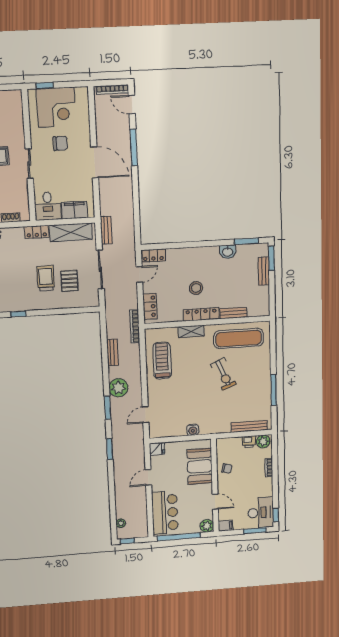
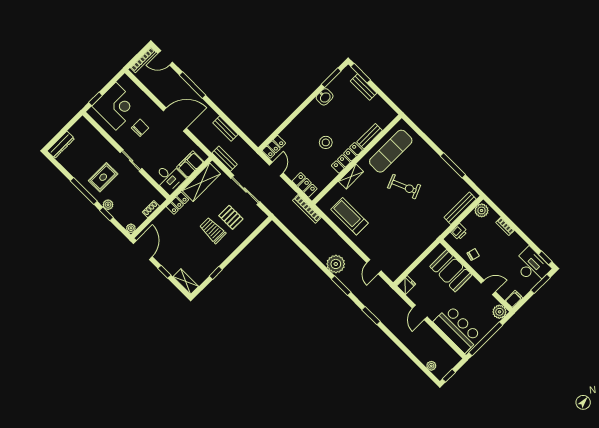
bench: (112, 353) -> (225, 129), moved
water cooler: (193, 430) -> (420, 248), removed
printer: (249, 442) -> (459, 232), moved

